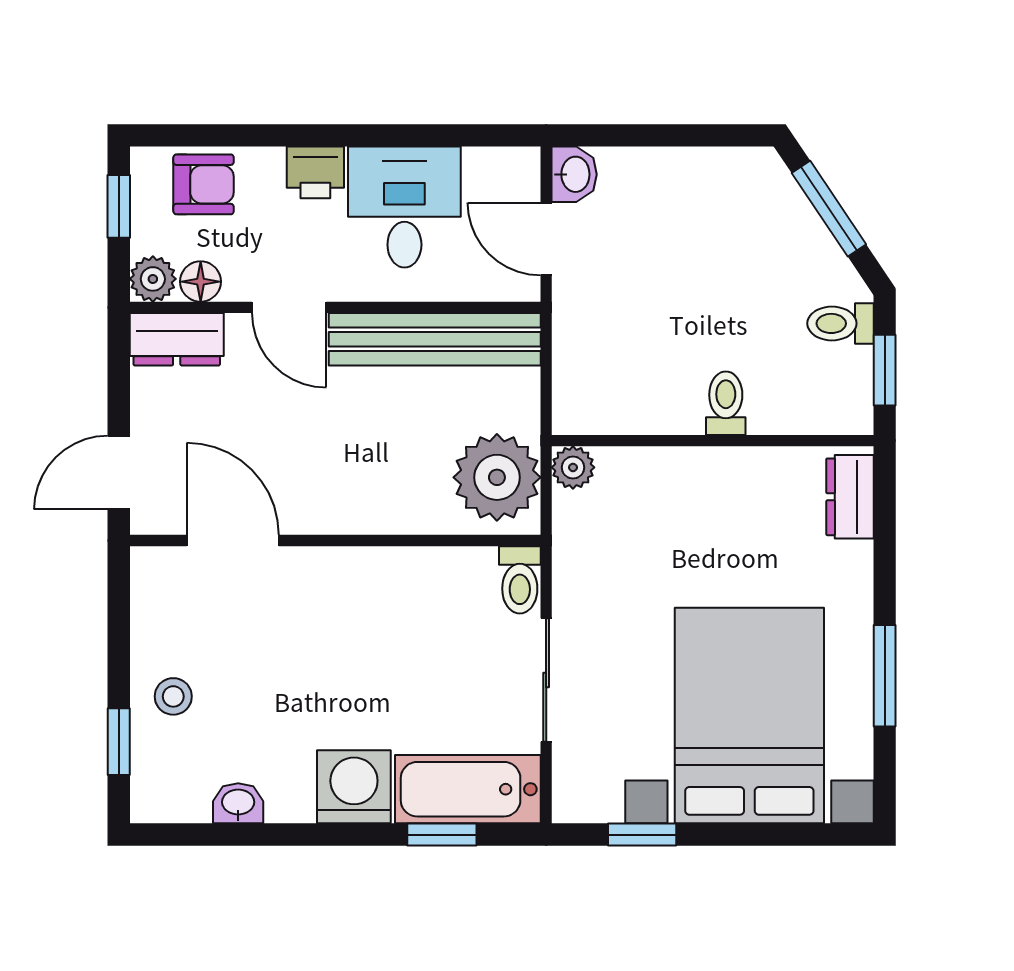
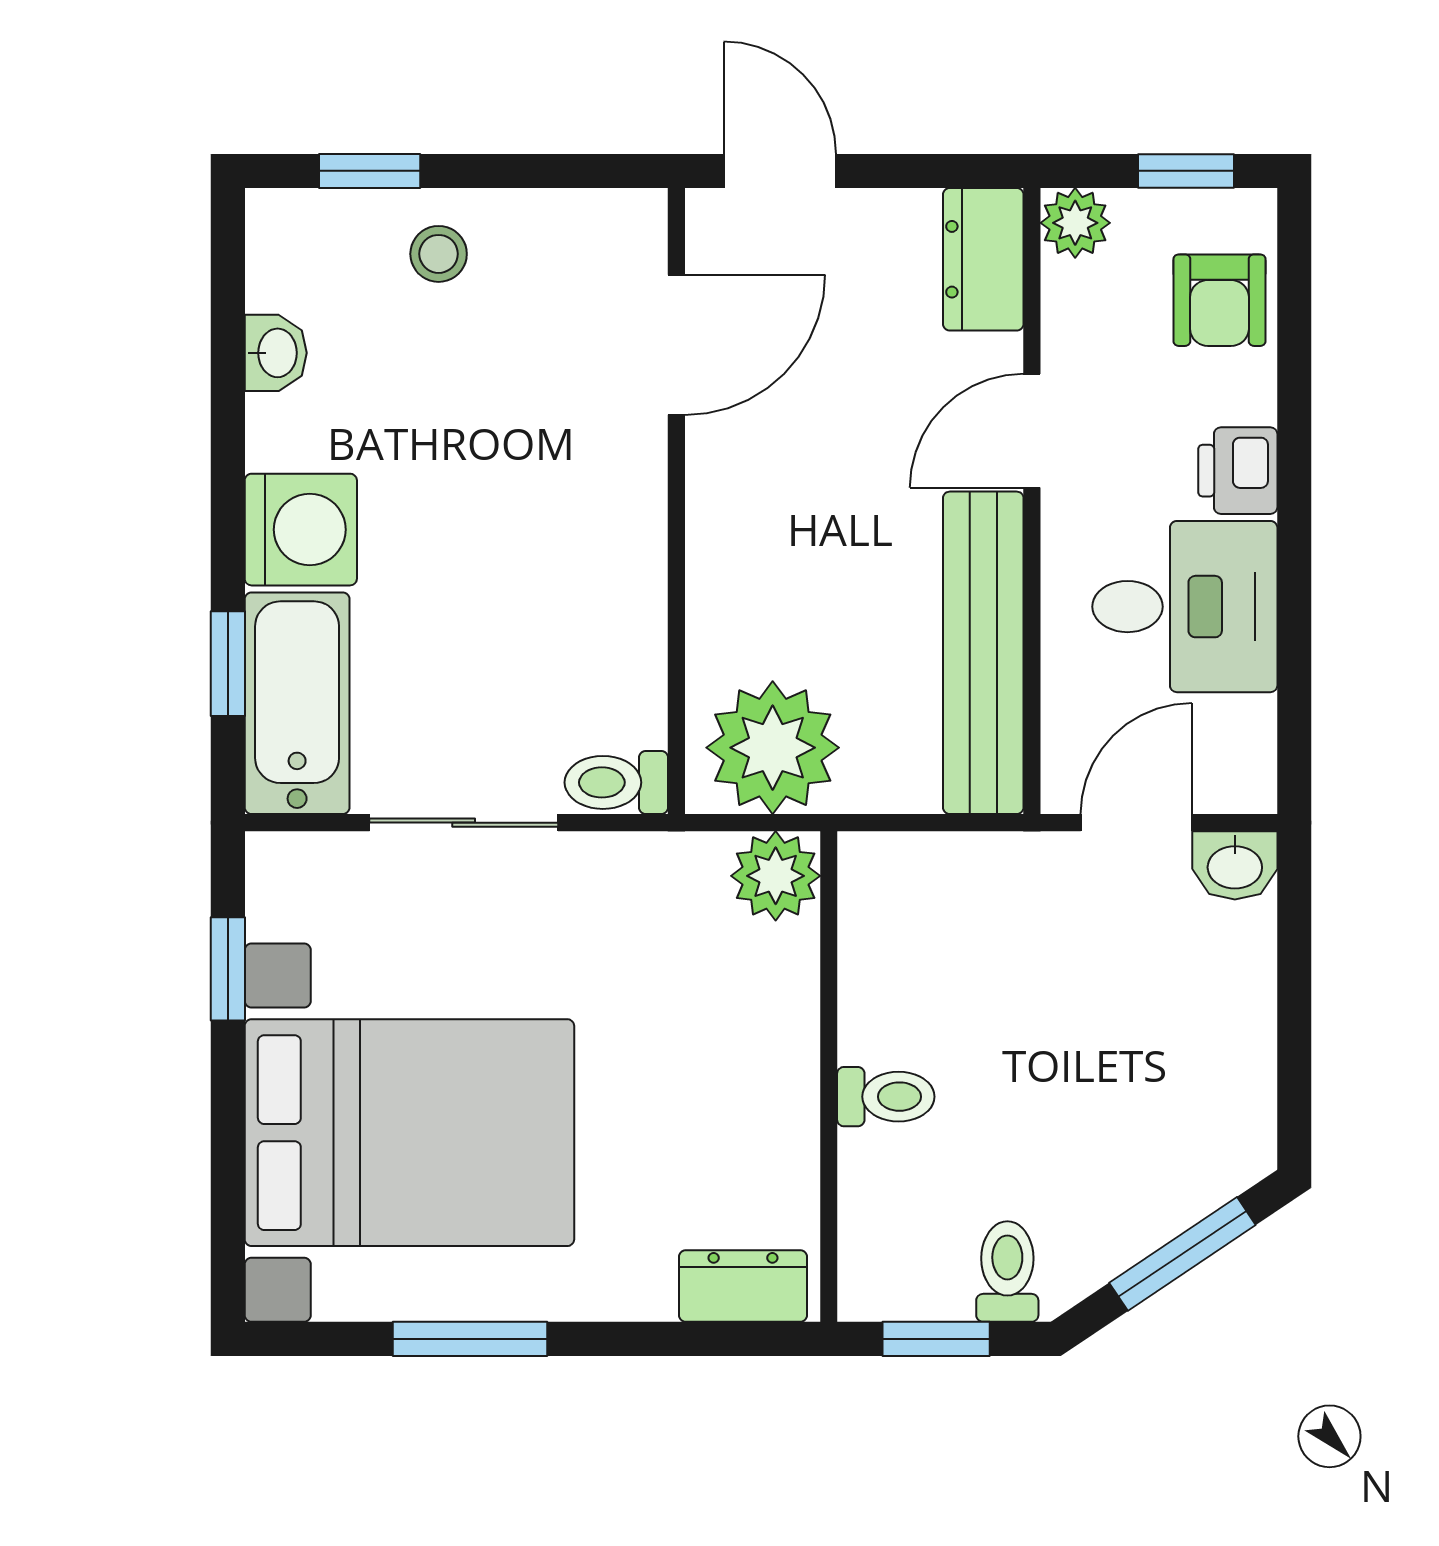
floor lamp: (201, 282) -> (1071, 296), removed
plant: (573, 467) -> (776, 876), width x1.38, depth x1.38

